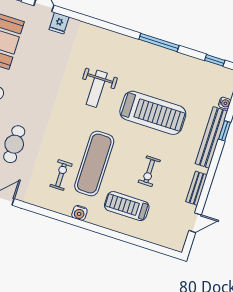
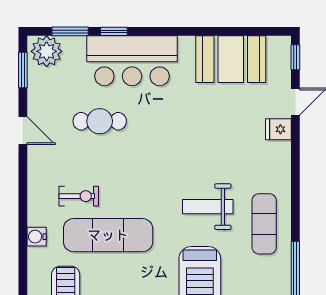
exercise mat: (121, 54) -> (264, 224), added

